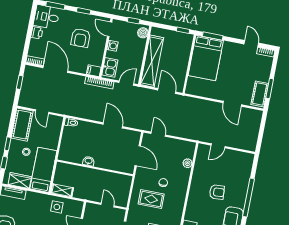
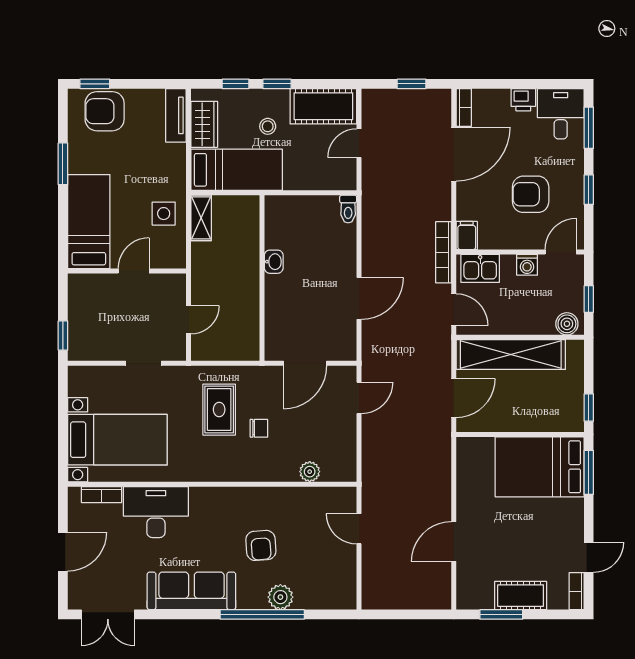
cot: (260, 94) -> (521, 596), moved
plant: (242, 188) -> (280, 597), added

